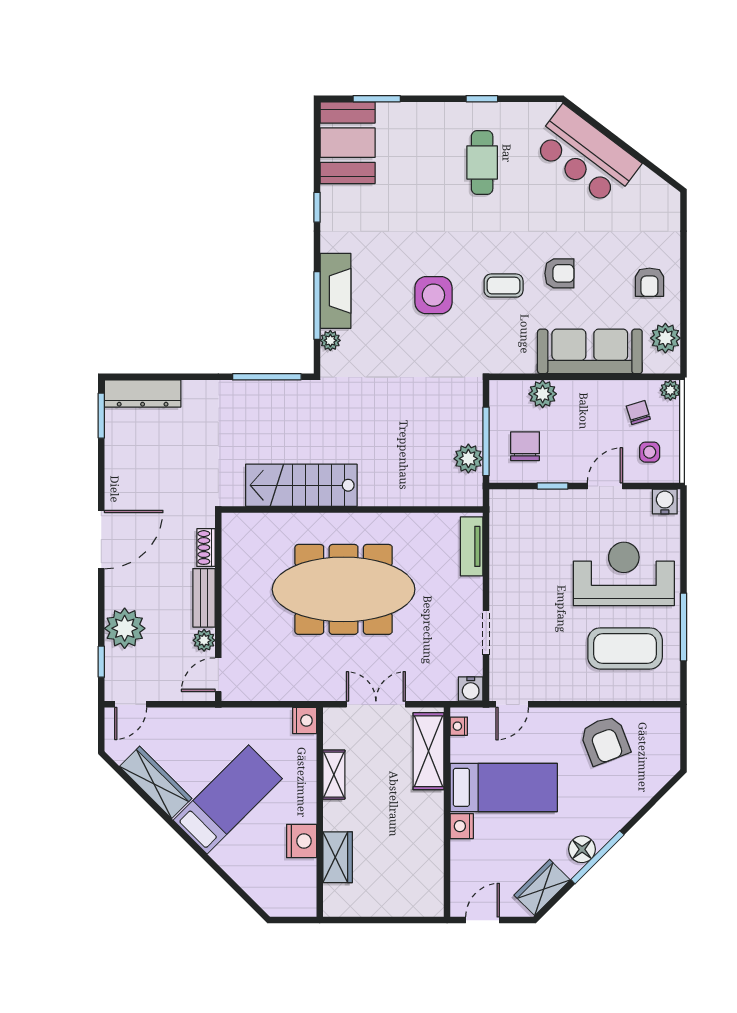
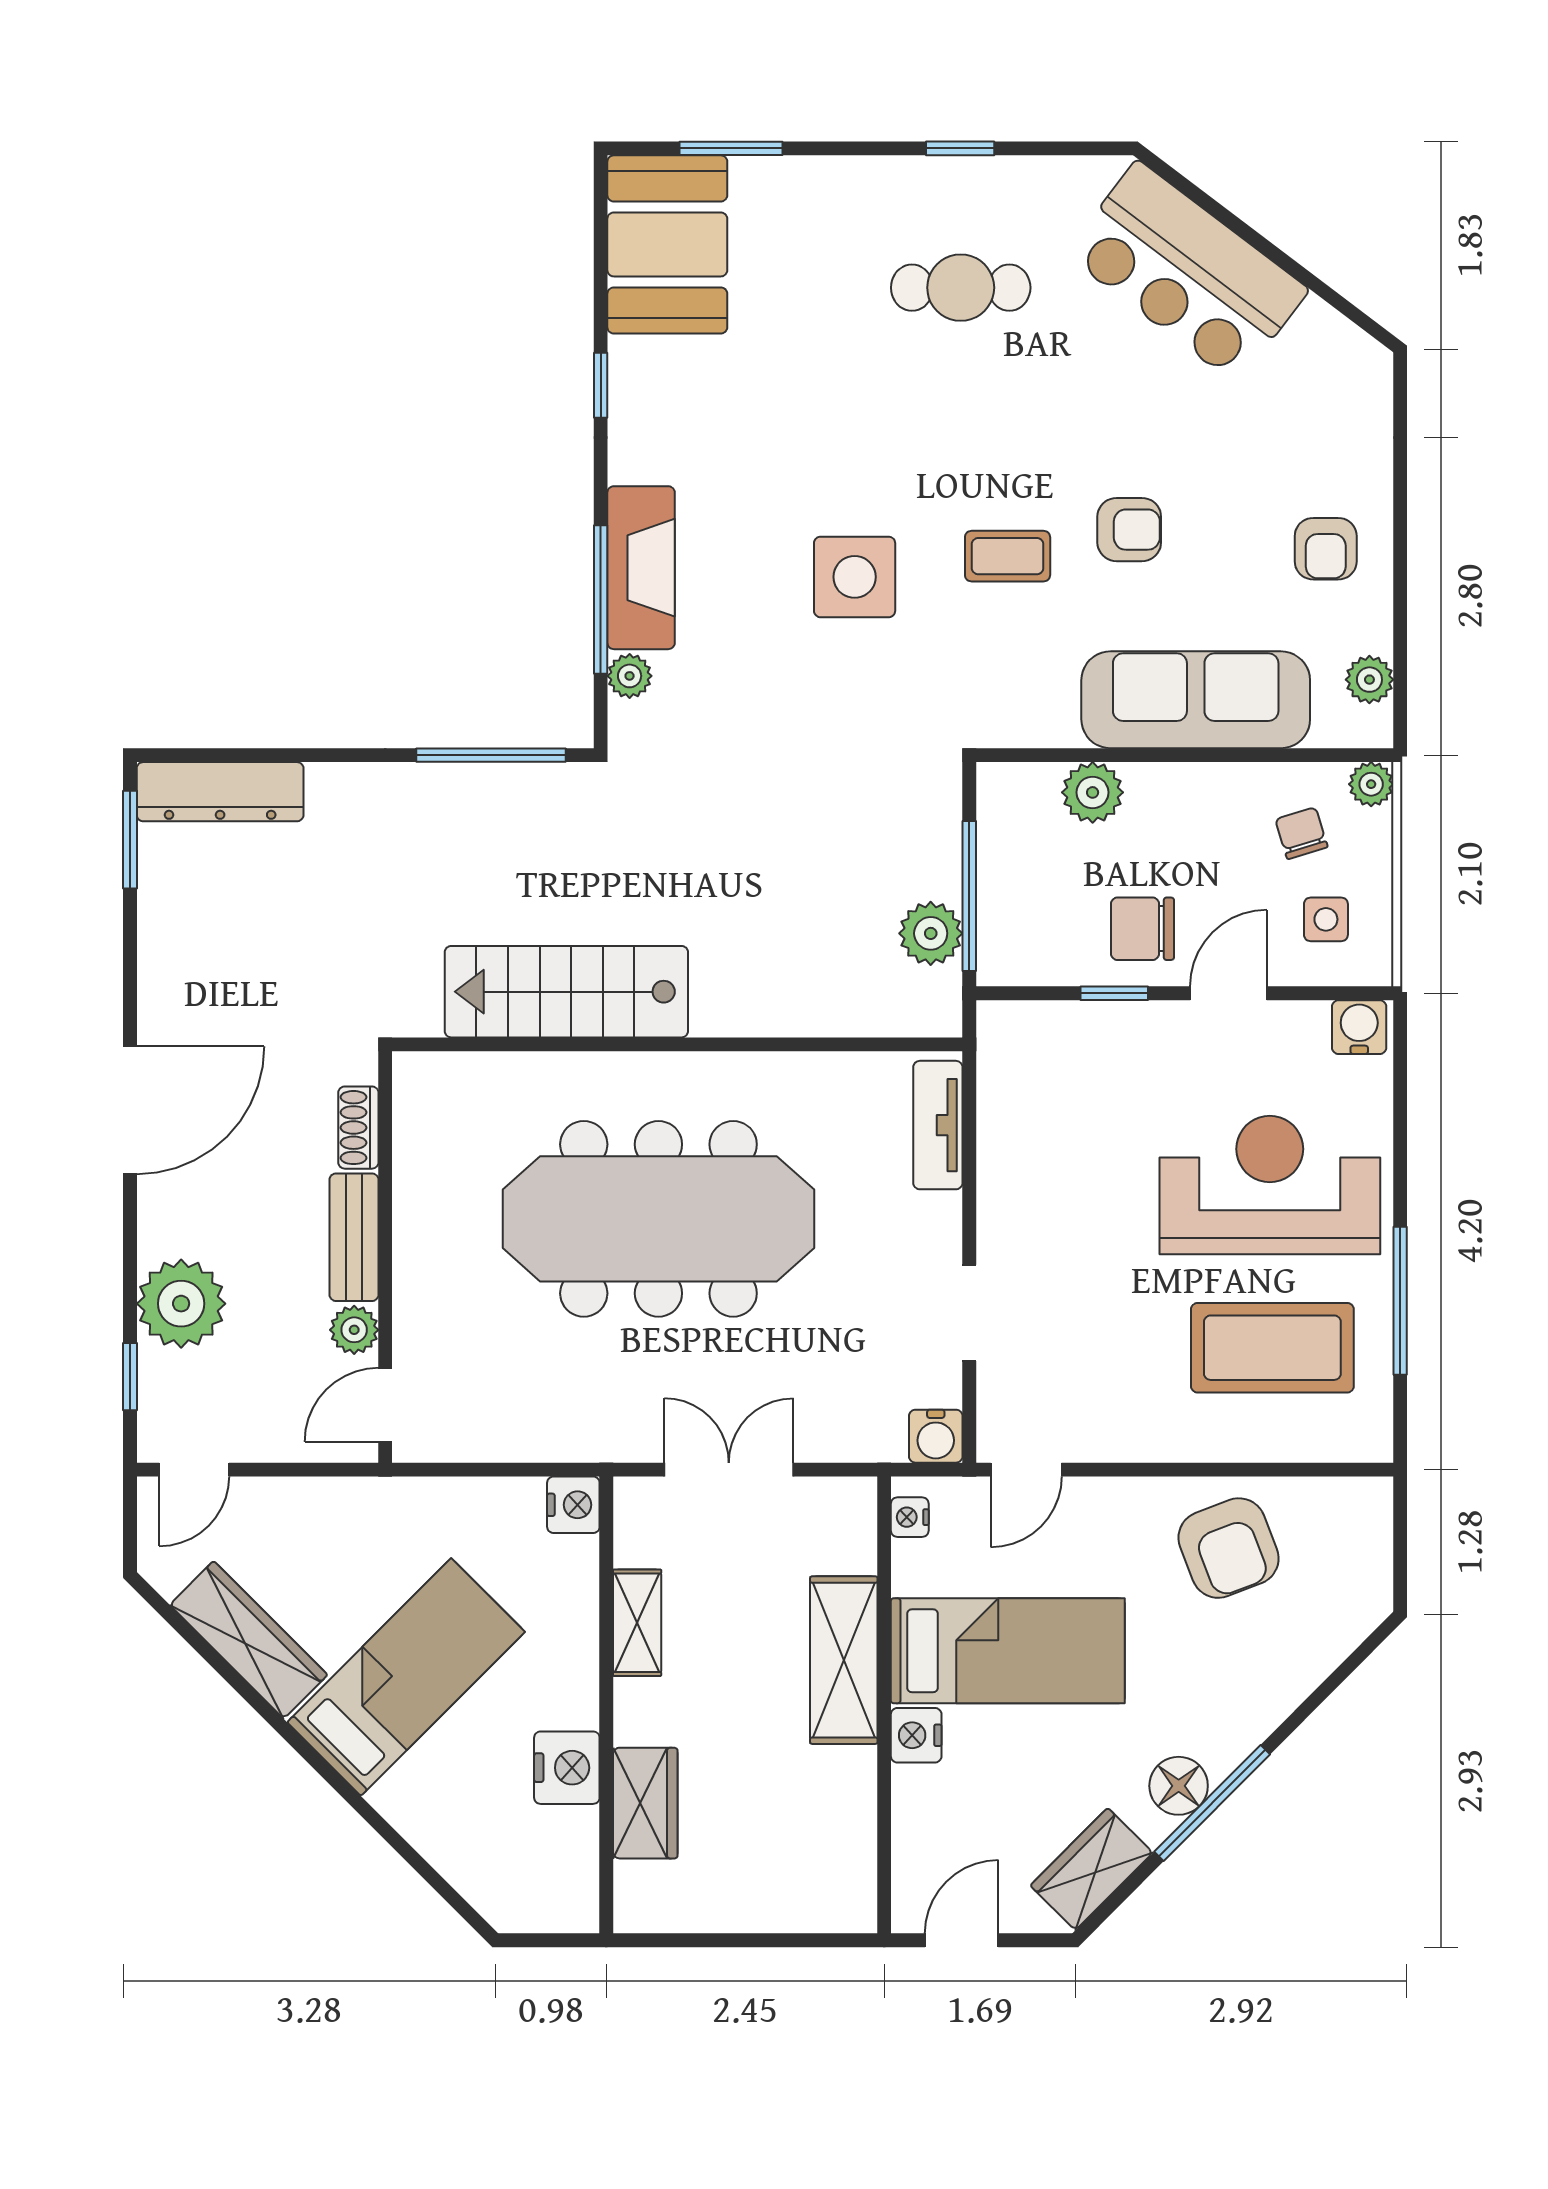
cafe table: (482, 162) -> (961, 288), turned 90
plant: (665, 338) -> (1369, 680), width x0.73, depth x0.73
chair: (525, 446) -> (1143, 929), moved, turned -90
shelving: (429, 751) -> (844, 1660), moved

